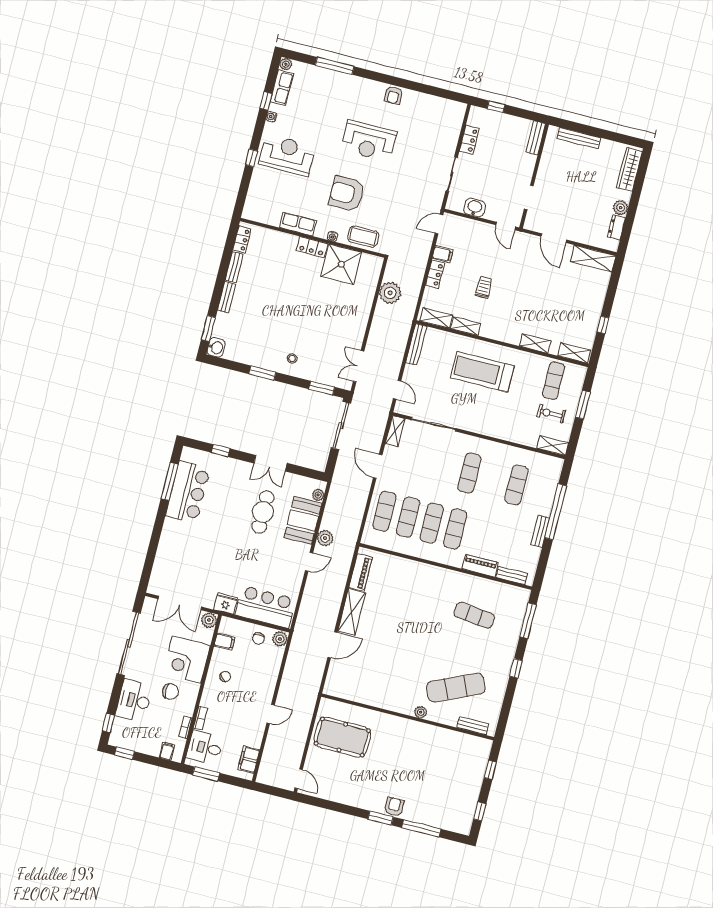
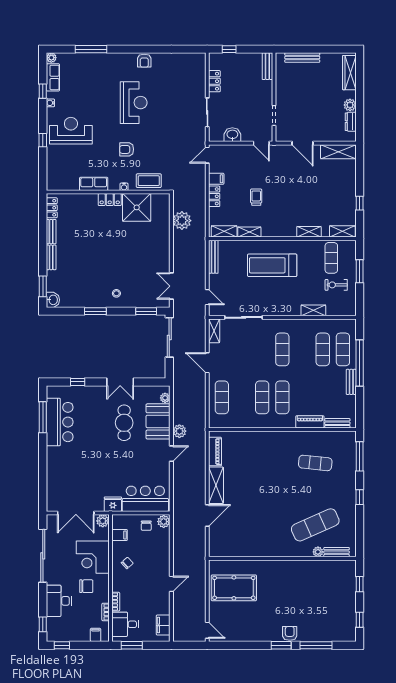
reception desk: (369, 141) -> (134, 103), turned -90
armchair: (347, 194) -> (127, 149), width x0.53, depth x0.53
shelving: (553, 446) -> (313, 310), moved
exercise mat: (408, 517) -> (343, 349), moved
plant: (421, 712) -> (318, 552), moved

